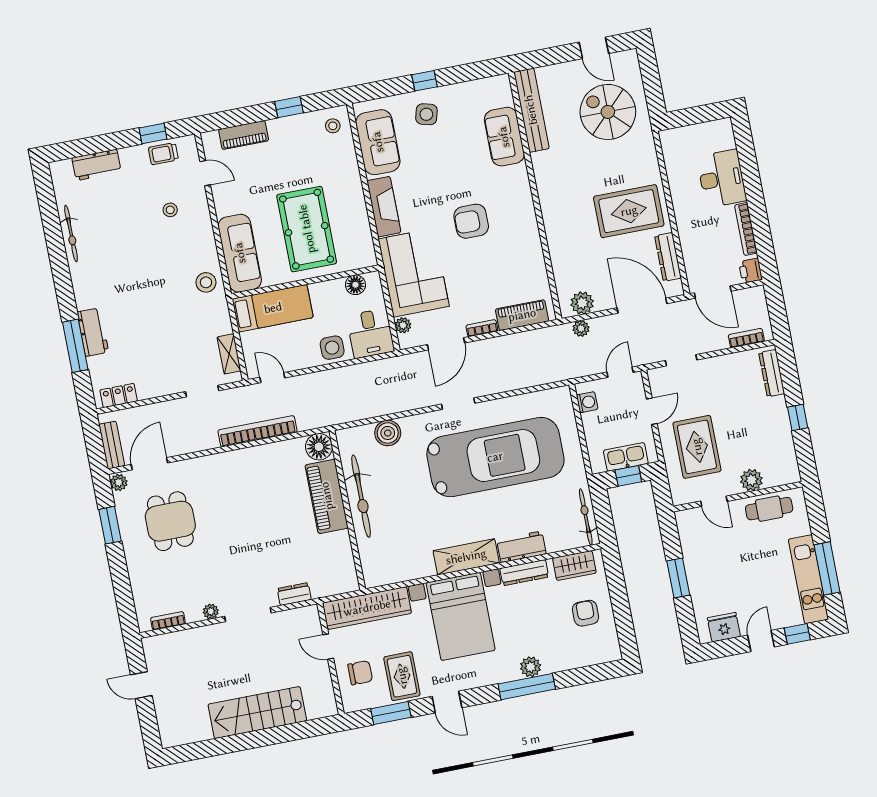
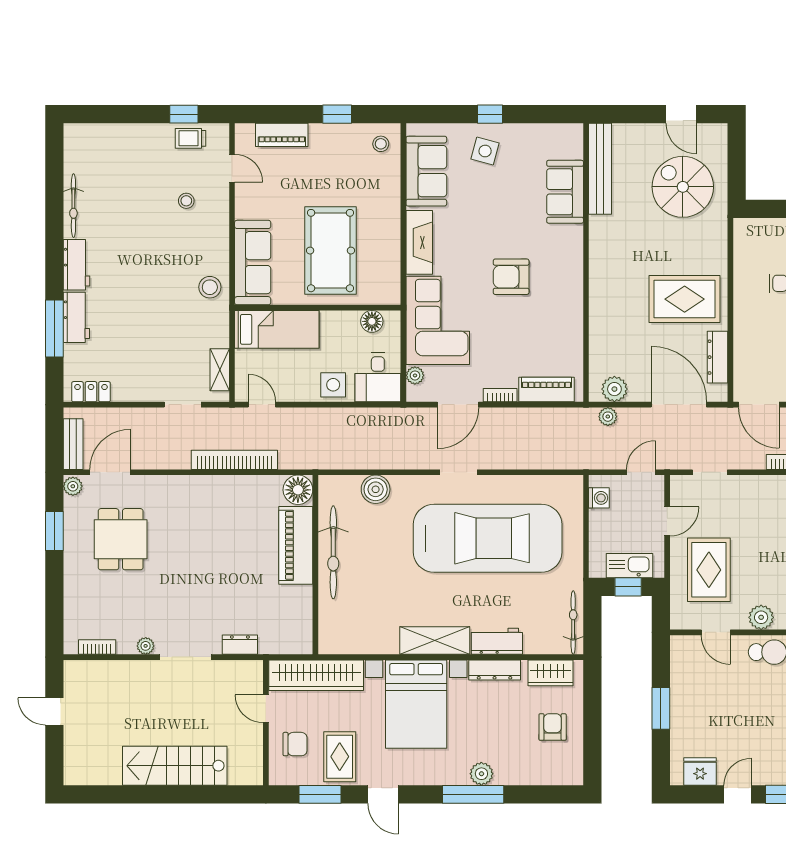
workbench: (96, 165) -> (76, 265), moved, turned -90

